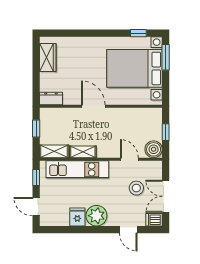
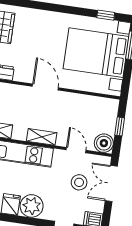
shelving: (83, 152) -> (42, 137), moved
double door: (166, 196) -> (111, 183), moved

